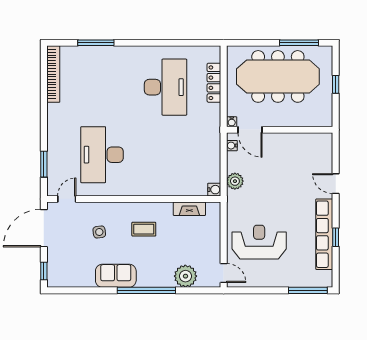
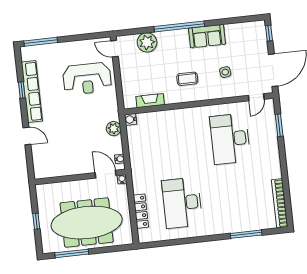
desk: (102, 155) -> (230, 139), turned 180

